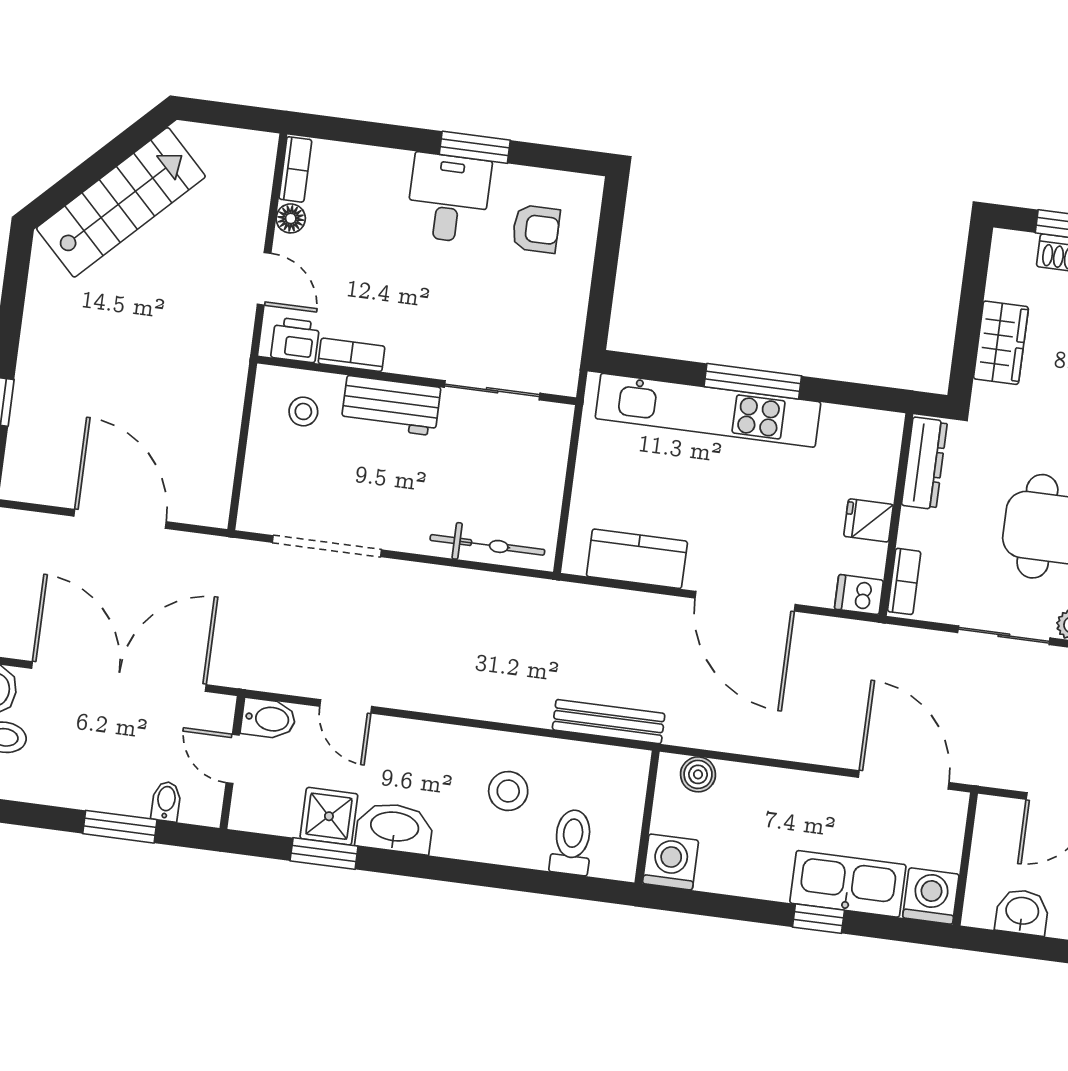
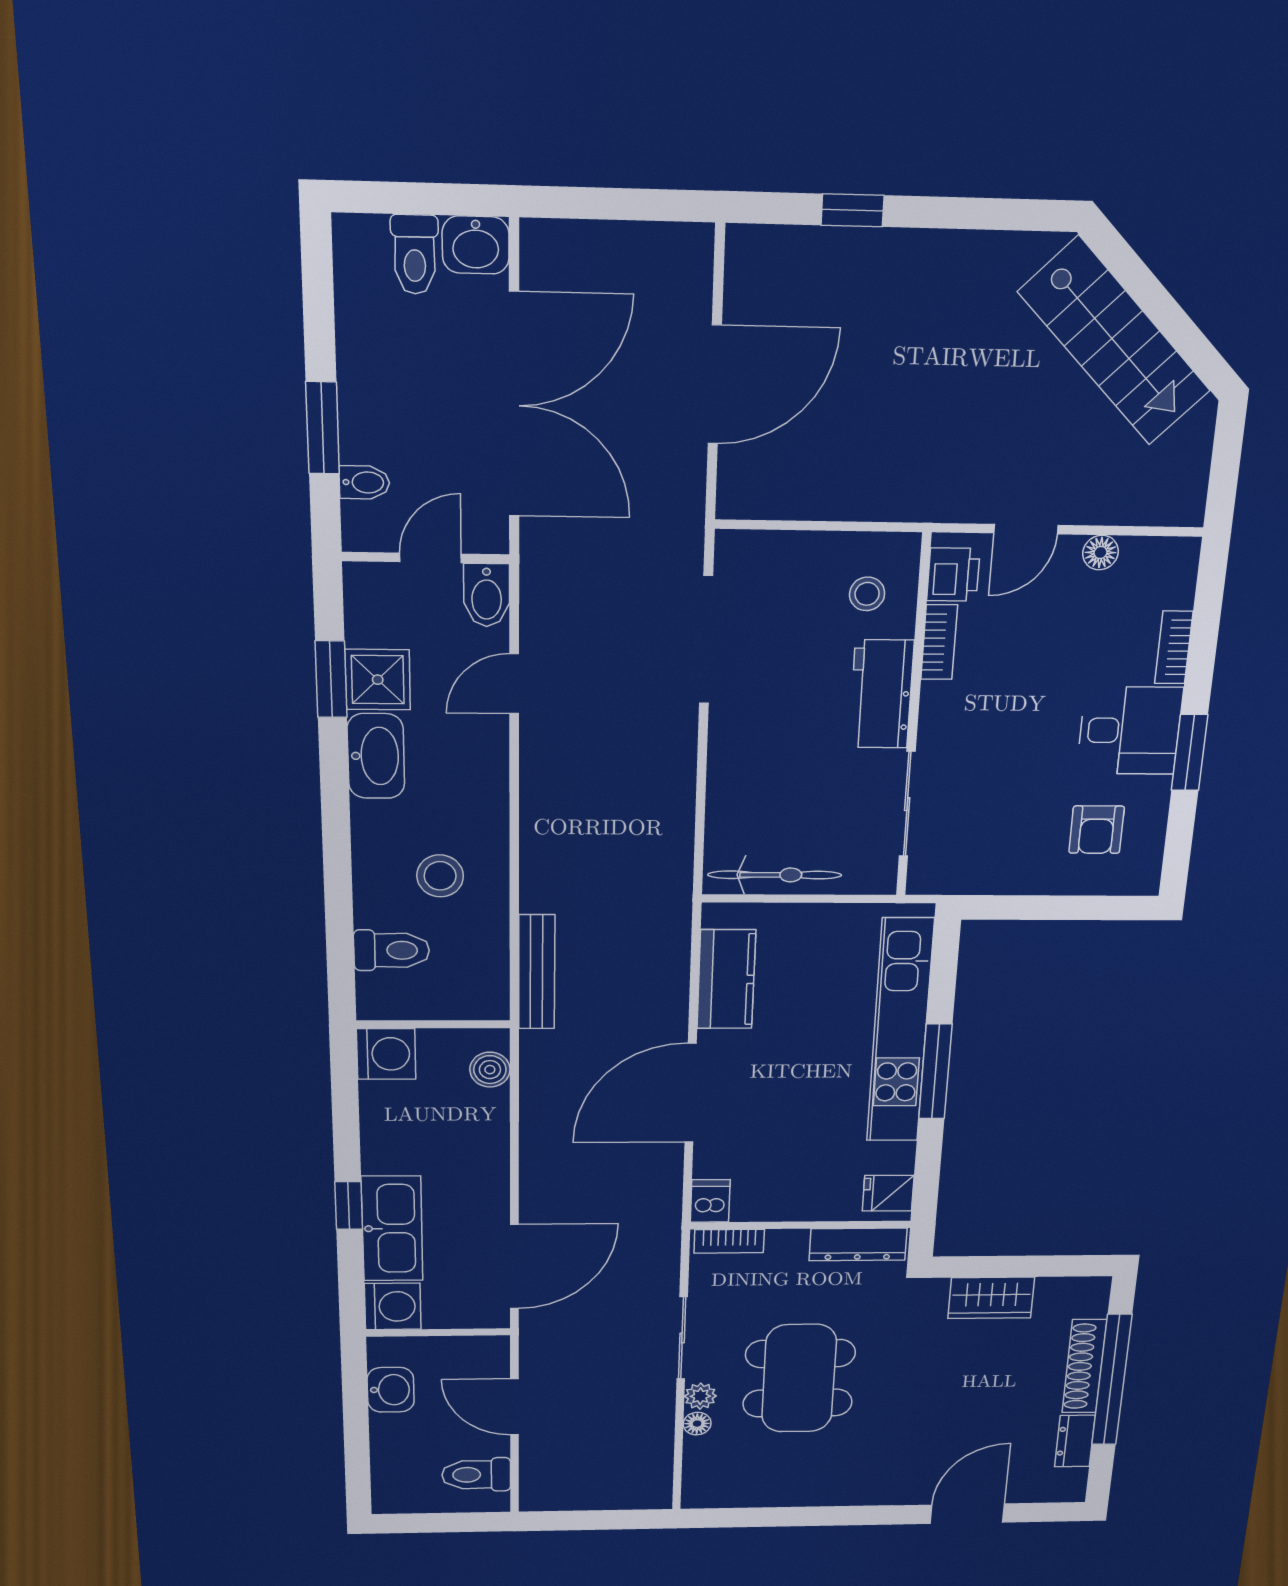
bookcase: (295, 169) -> (1174, 647), moved, turned 90
fridge: (869, 520) -> (888, 1193), moved, turned -90
bicycle: (487, 545) -> (775, 875), moved, turned -90

